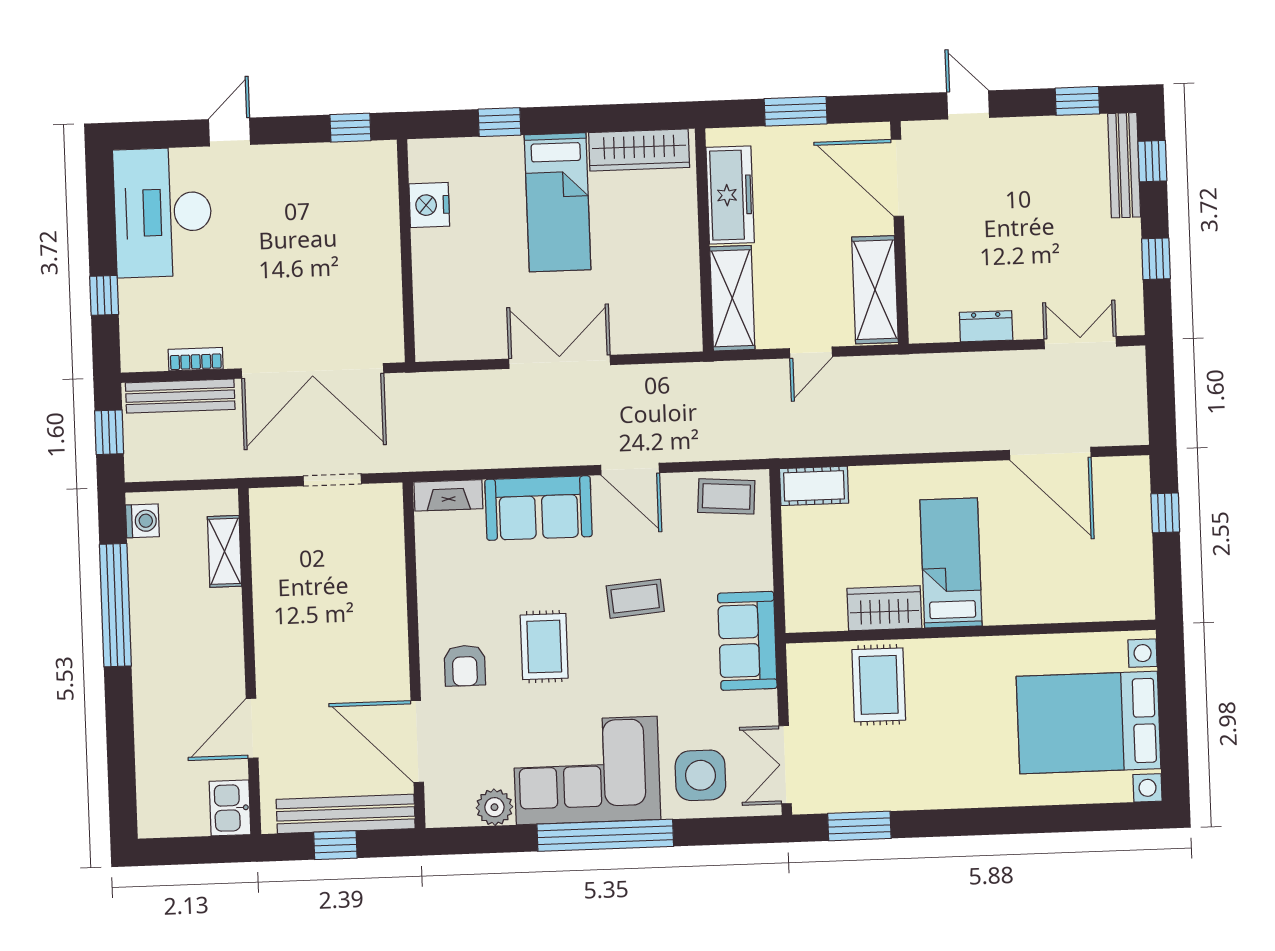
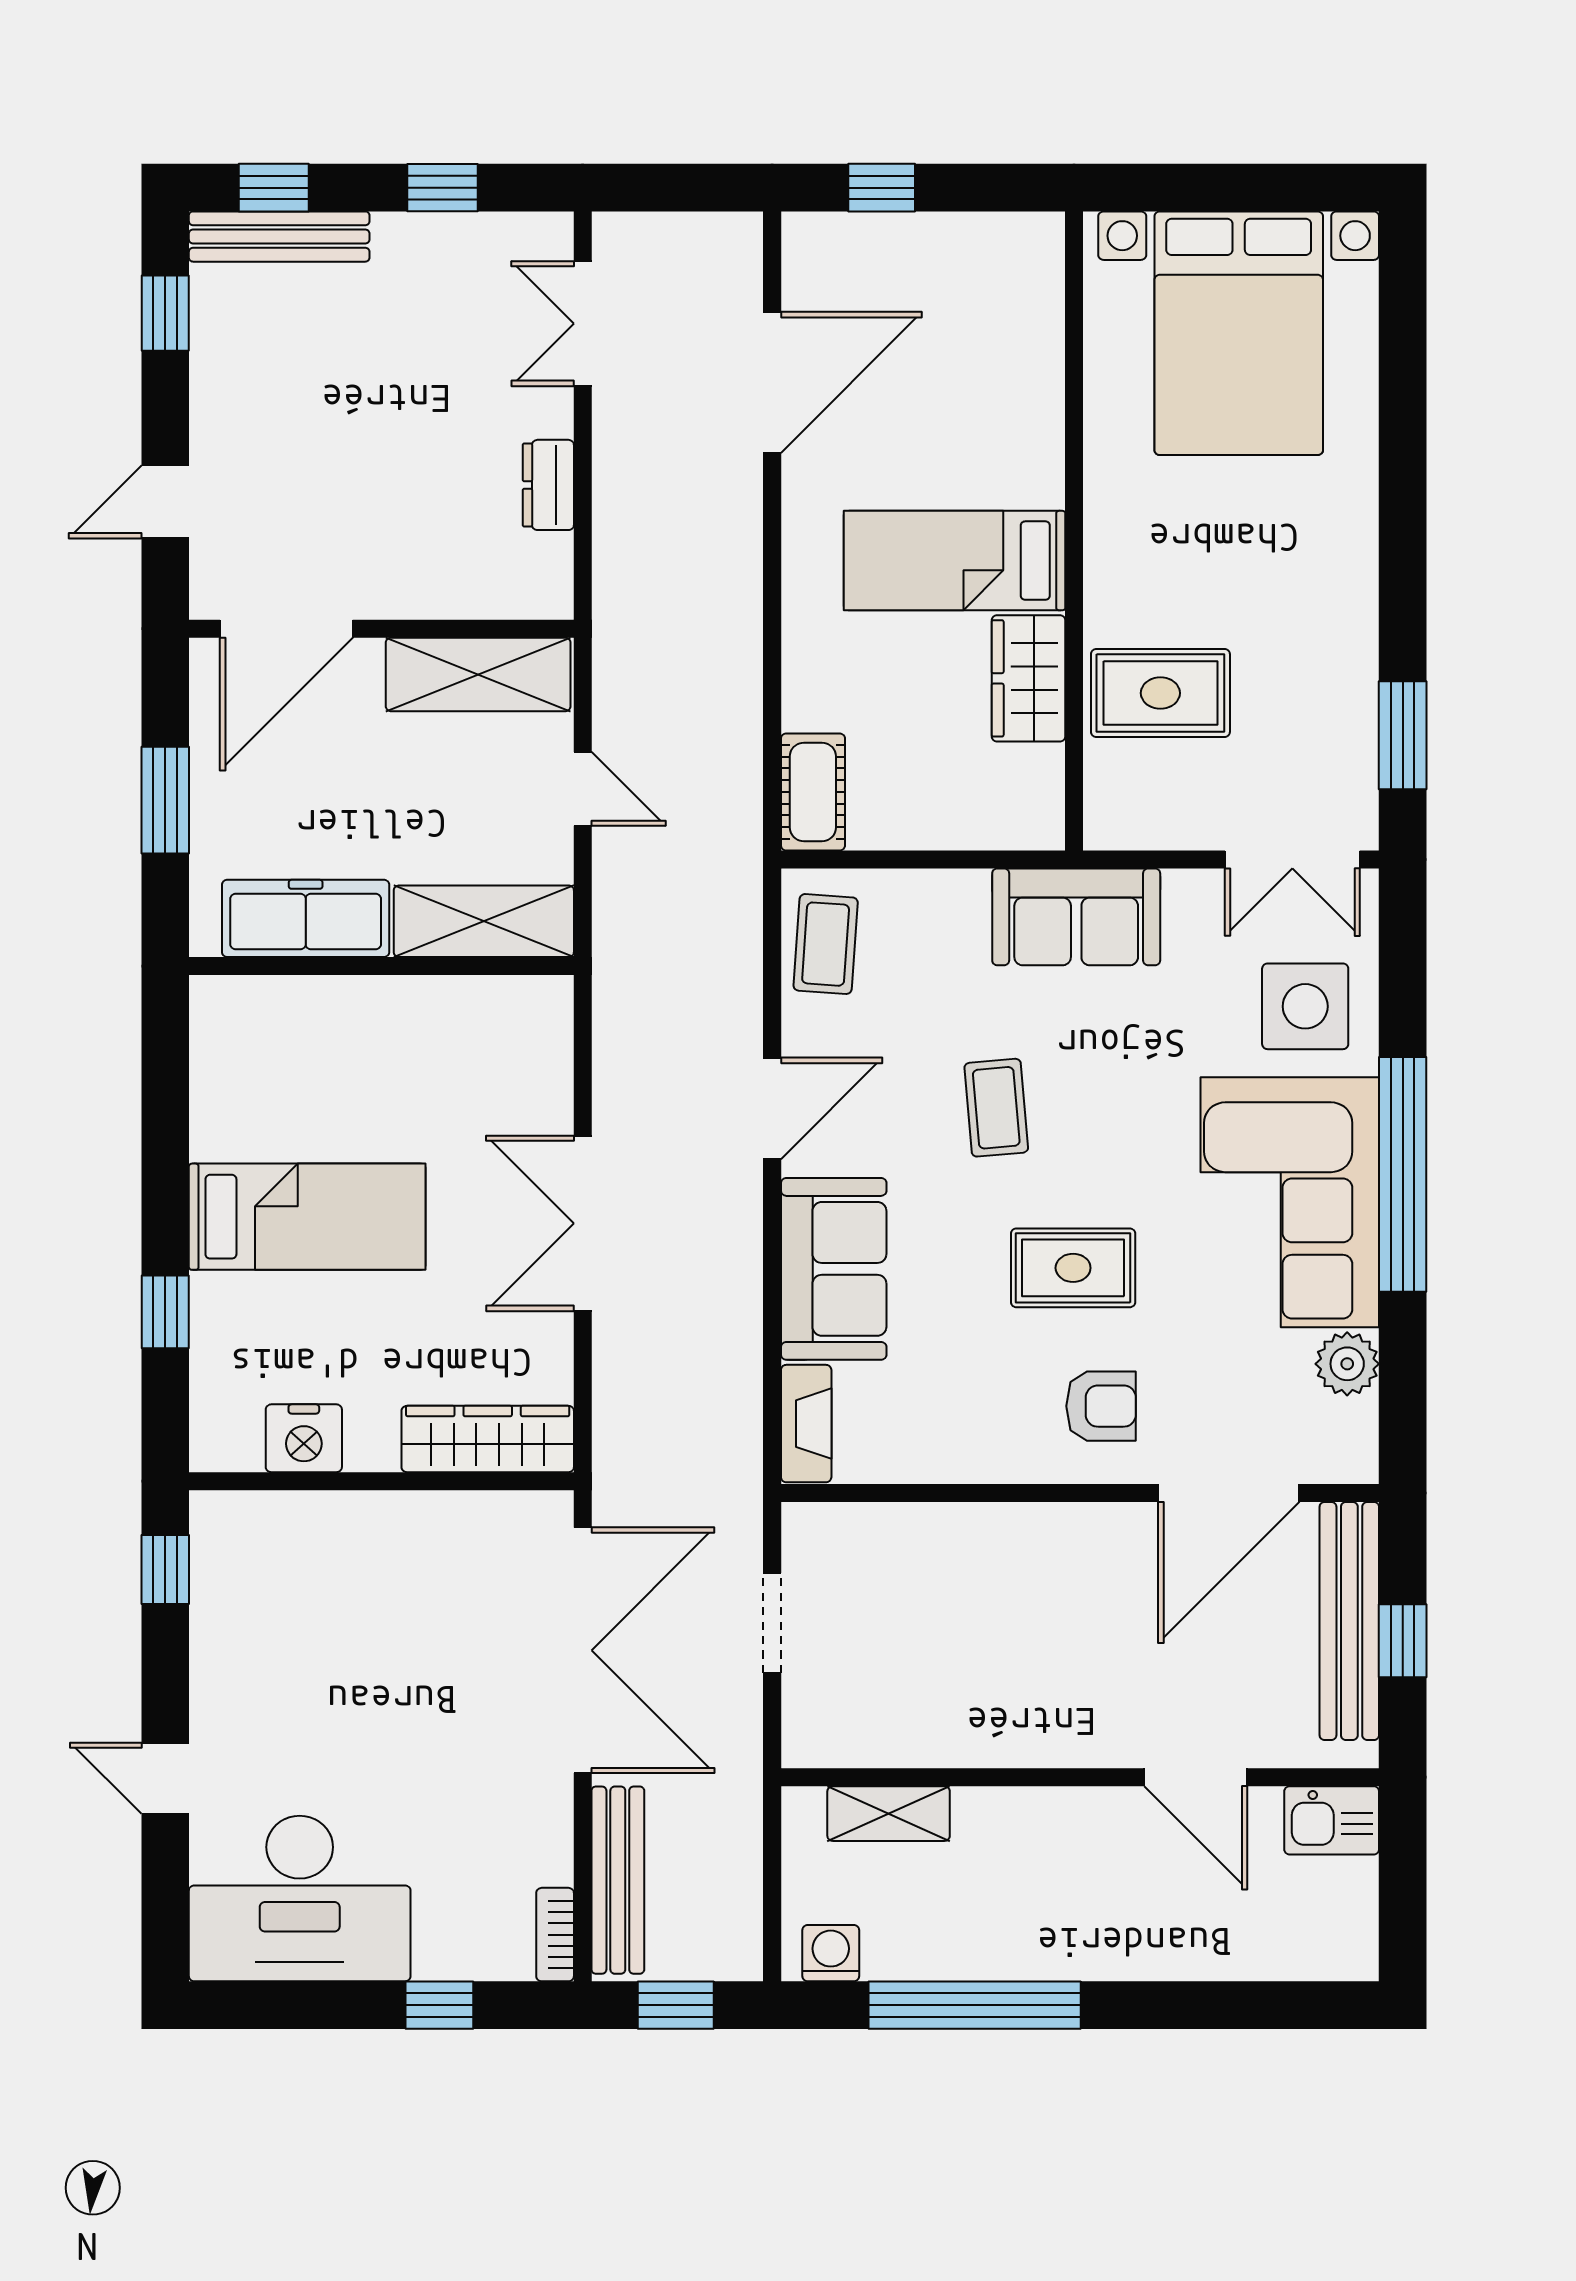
wardrobe: (639, 150) -> (488, 1439), moved, turned -90
bookcase: (196, 359) -> (555, 1935), moved

